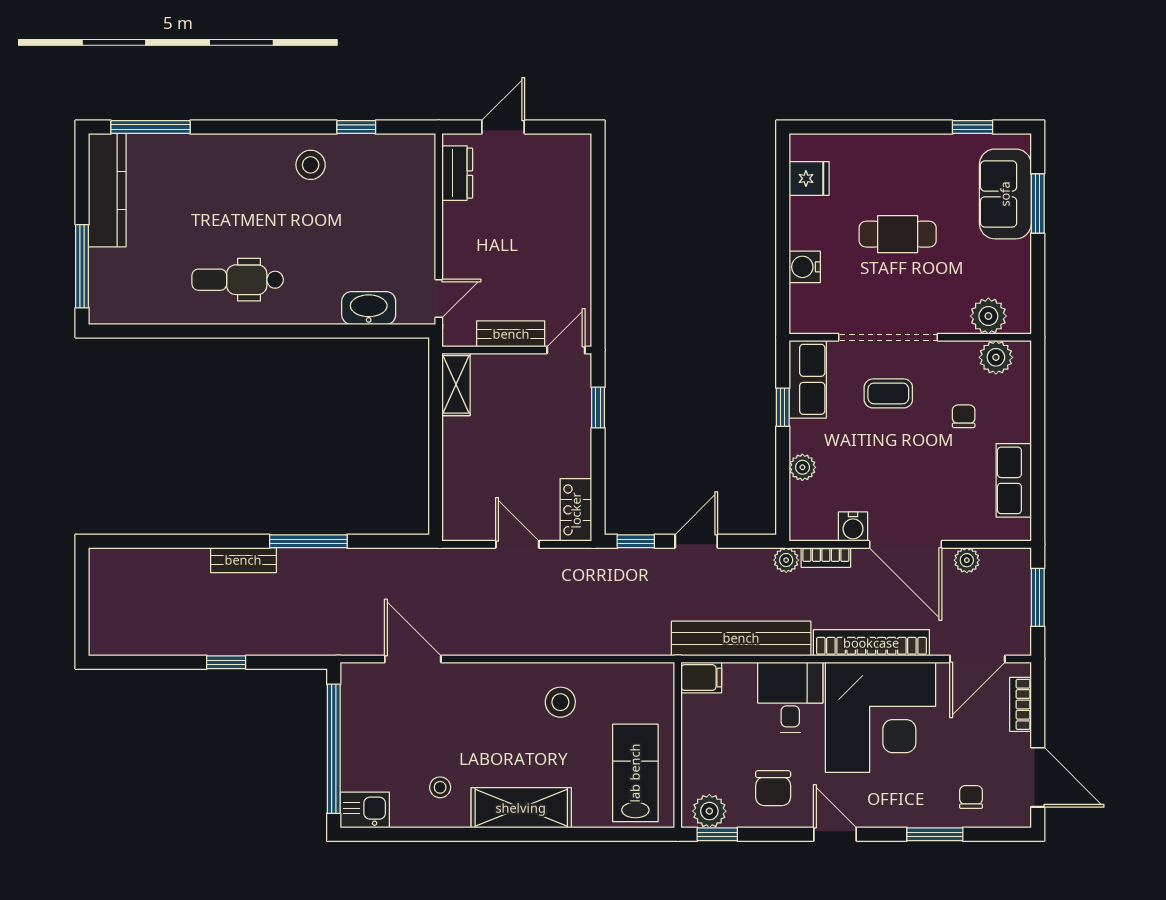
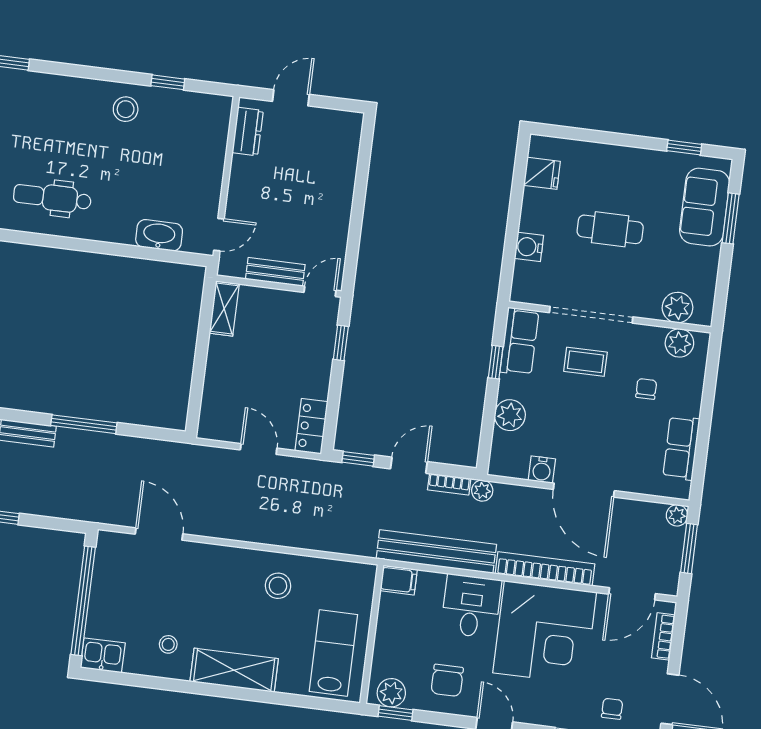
plant: (802, 467) -> (510, 415), width x1.38, depth x1.38
bookcase: (826, 557) -> (449, 484), moved
plant: (967, 560) -> (677, 515), moved

